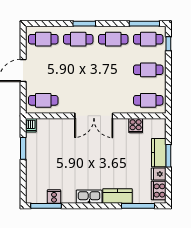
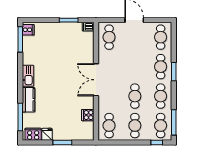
cafe table: (113, 70) -> (135, 96), added
kitchen counter: (159, 153) -> (65, 134), removed
cooker: (54, 196) -> (28, 30), moved

